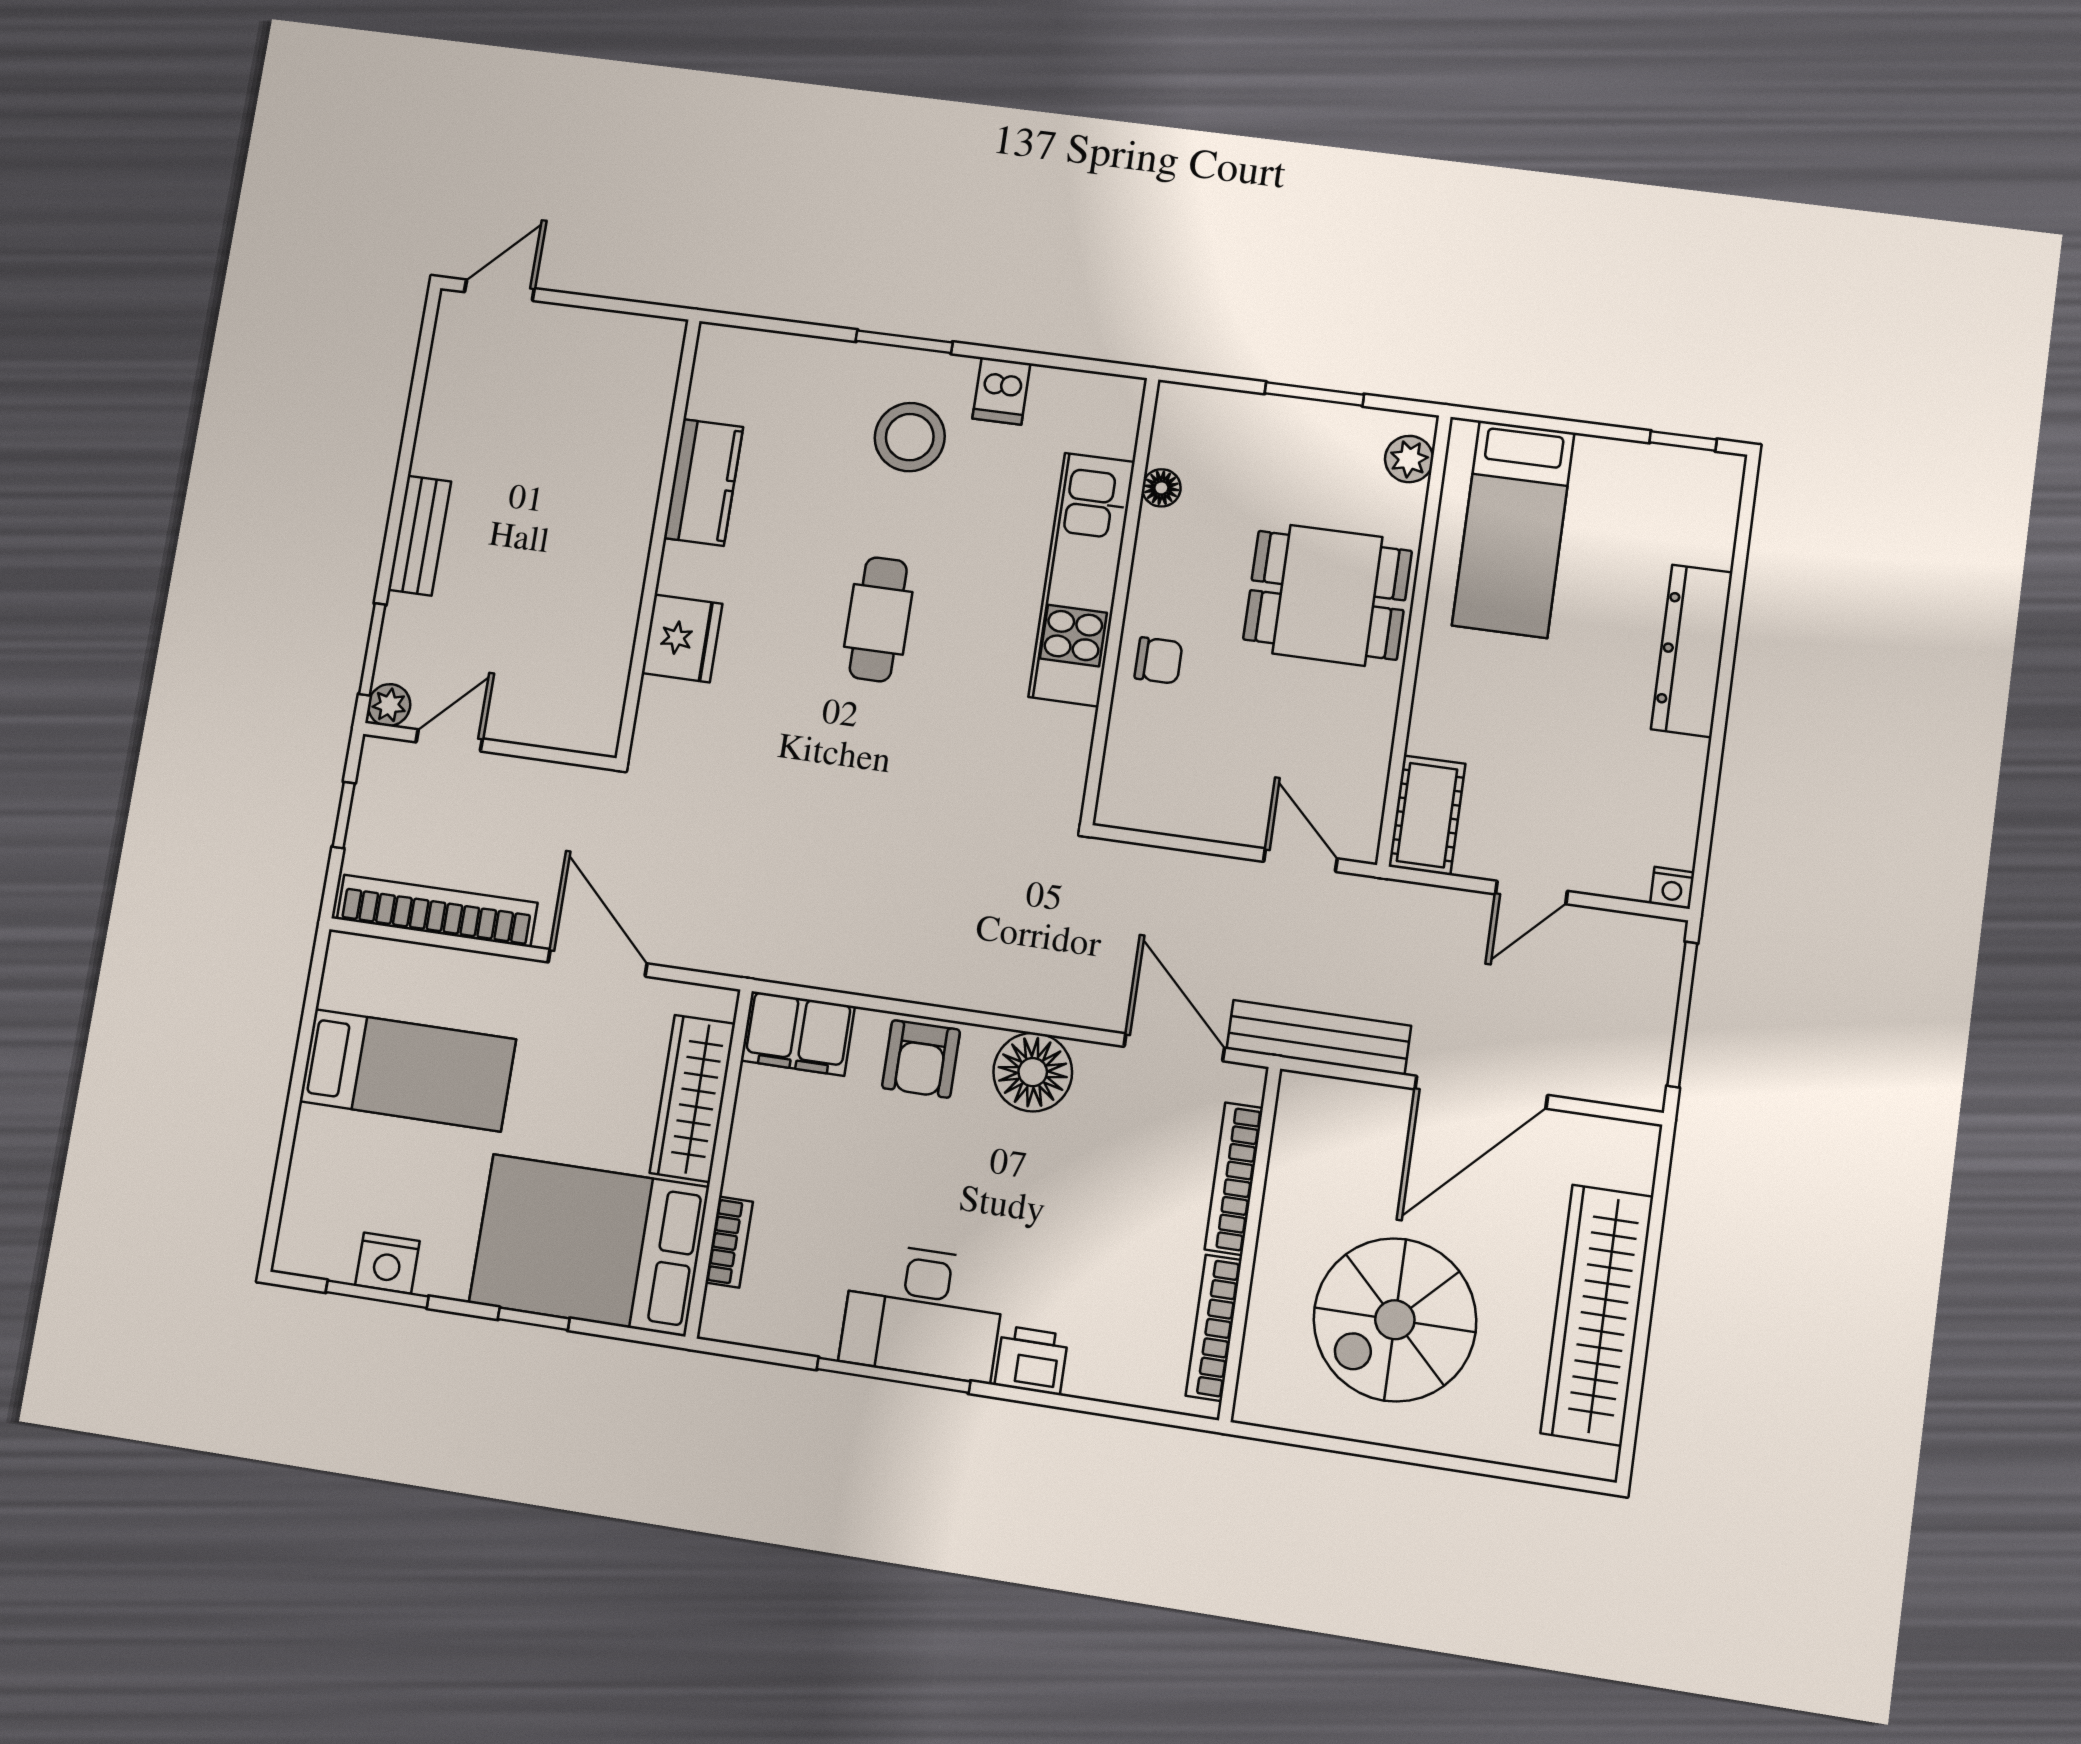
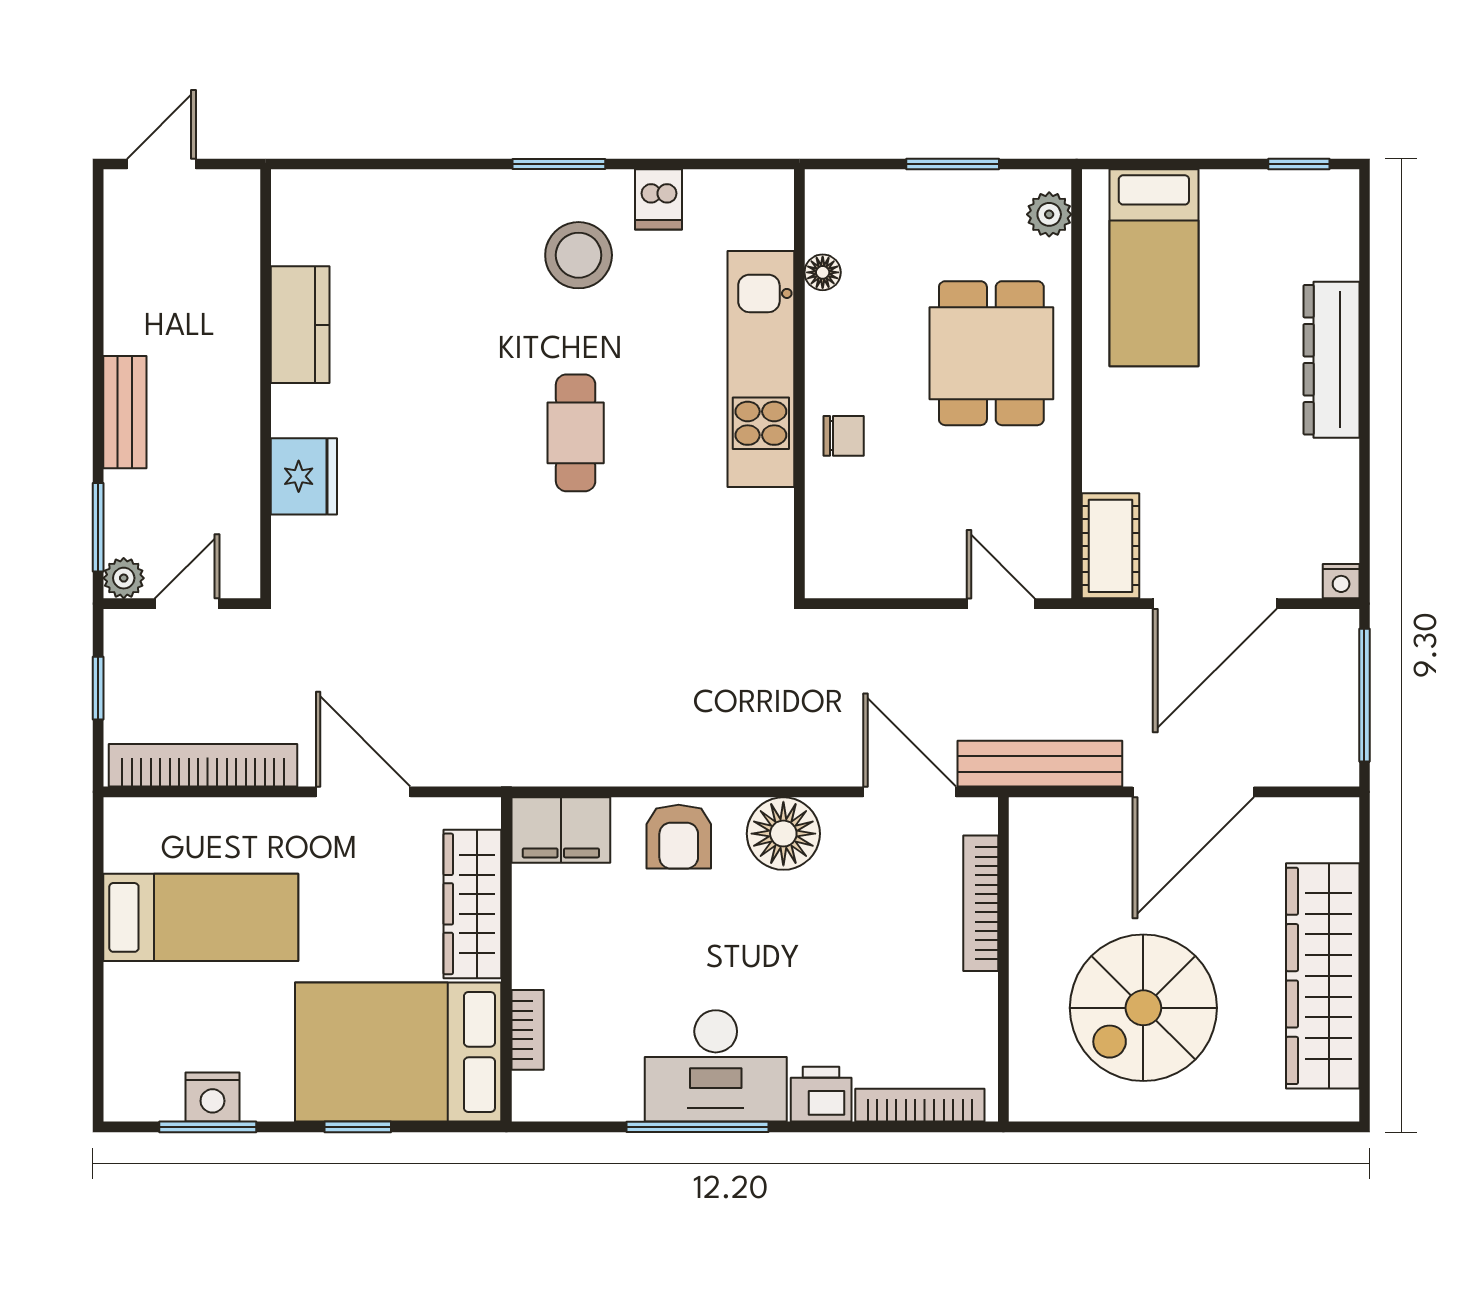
kitchen counter: (703, 482) -> (300, 325), moved
wall: (658, 538) -> (266, 384), moved
dining table: (1327, 595) -> (991, 353), turned 90
fridge: (682, 638) -> (304, 476), moved
door: (1531, 893) -> (1215, 604), width x1.88
bookcase: (1214, 1328) -> (920, 1105), moved, turned 90

